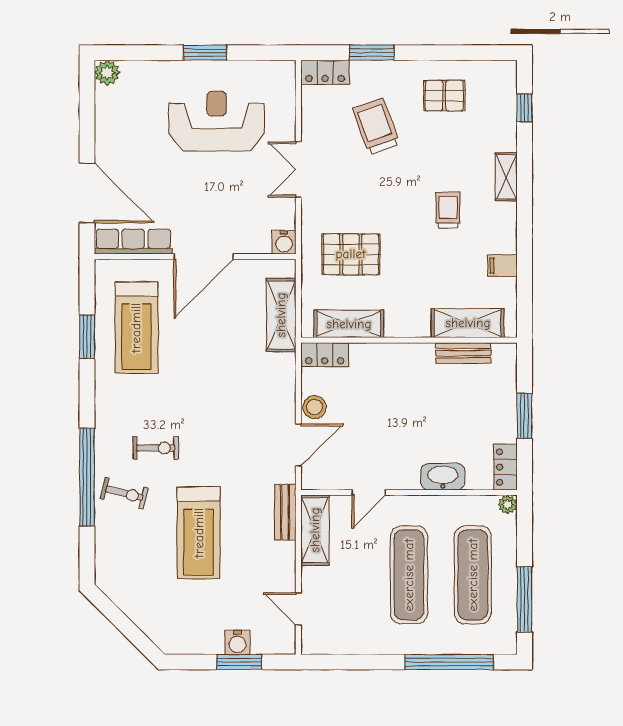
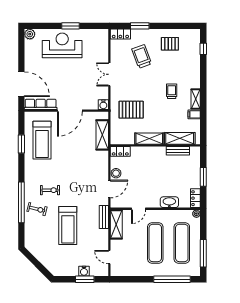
reception desk: (217, 121) -> (62, 45), moved
shelving: (506, 177) -> (196, 99), moved
shelving: (349, 324) -> (149, 139), moved

